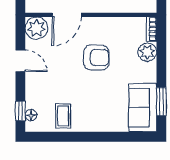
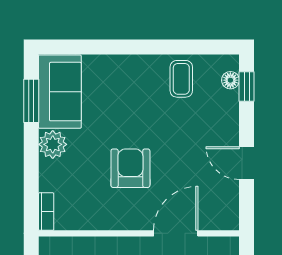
plant: (37, 28) -> (222, 213), removed
plant: (147, 52) -> (53, 144), moved
armchair: (96, 57) -> (130, 168), turned 90

